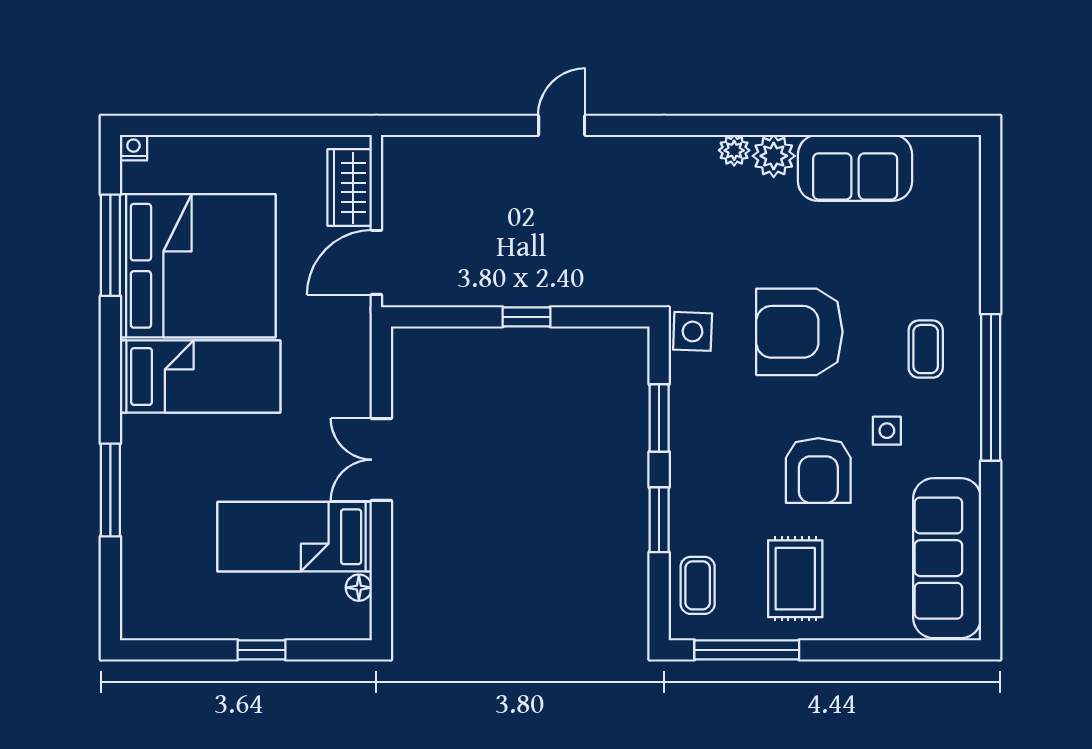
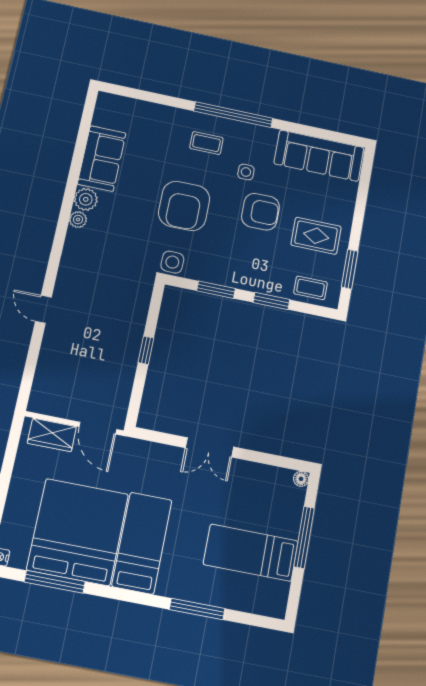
bed: (295, 537) -> (251, 553), moved, turned 90
floor lamp: (359, 588) -> (301, 479), moved
window: (261, 650) -> (304, 537), width x2.17
window: (747, 650) -> (350, 269), width x0.69

